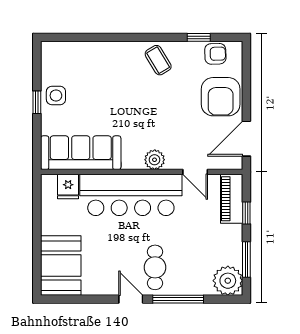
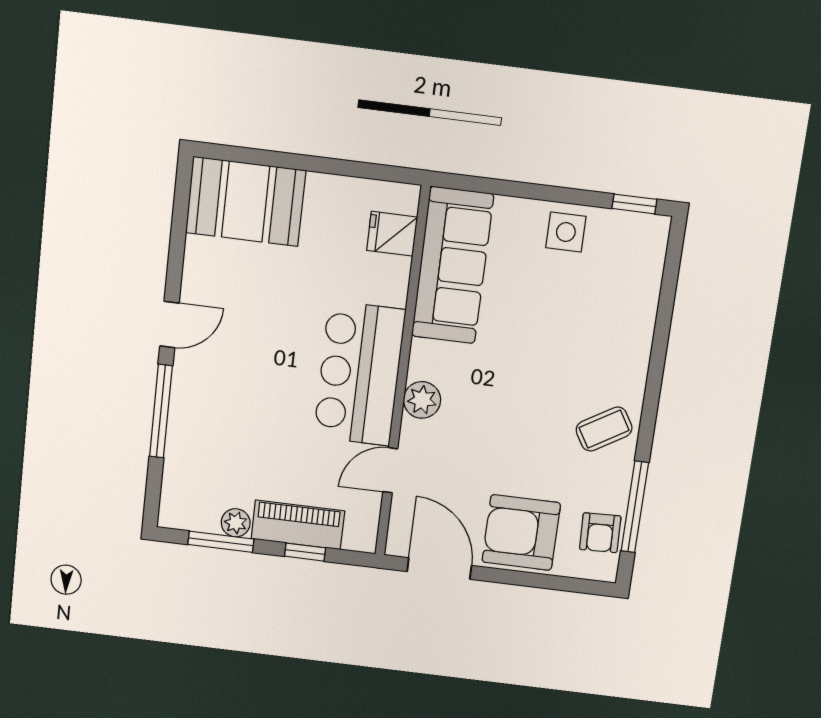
window: (199, 37) -> (635, 507), width x2.17
window: (37, 102) -> (634, 204), moved
bar counter: (131, 195) -> (359, 374), width x0.73
piano: (232, 199) -> (298, 525), moved
cafe table: (155, 267) -> (224, 376), removed
plant: (228, 281) -> (236, 523), moved, width x0.53, depth x0.53

